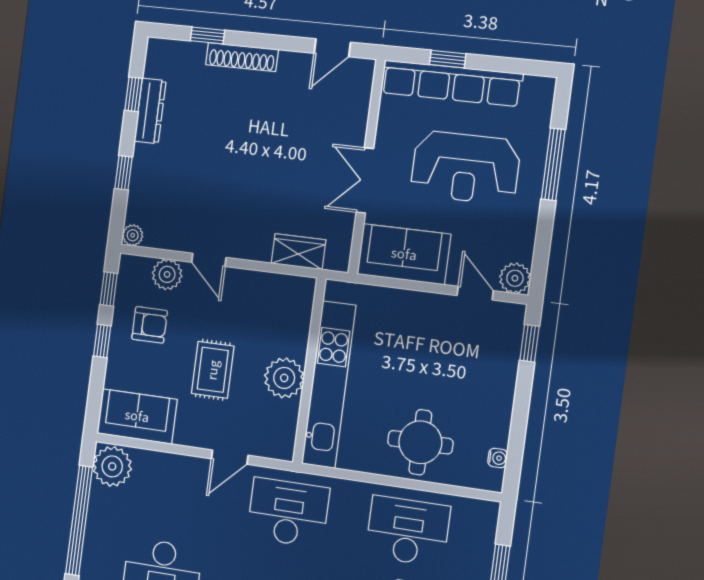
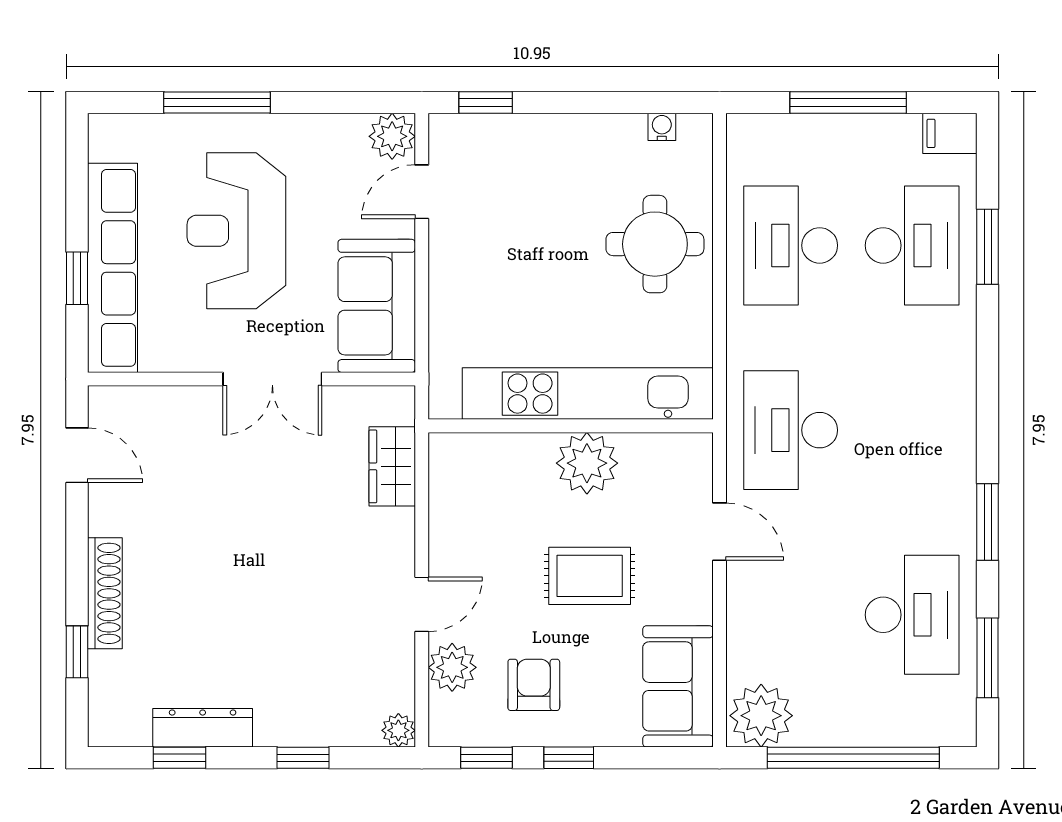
reception desk: (465, 168) -> (236, 231), turned 180

